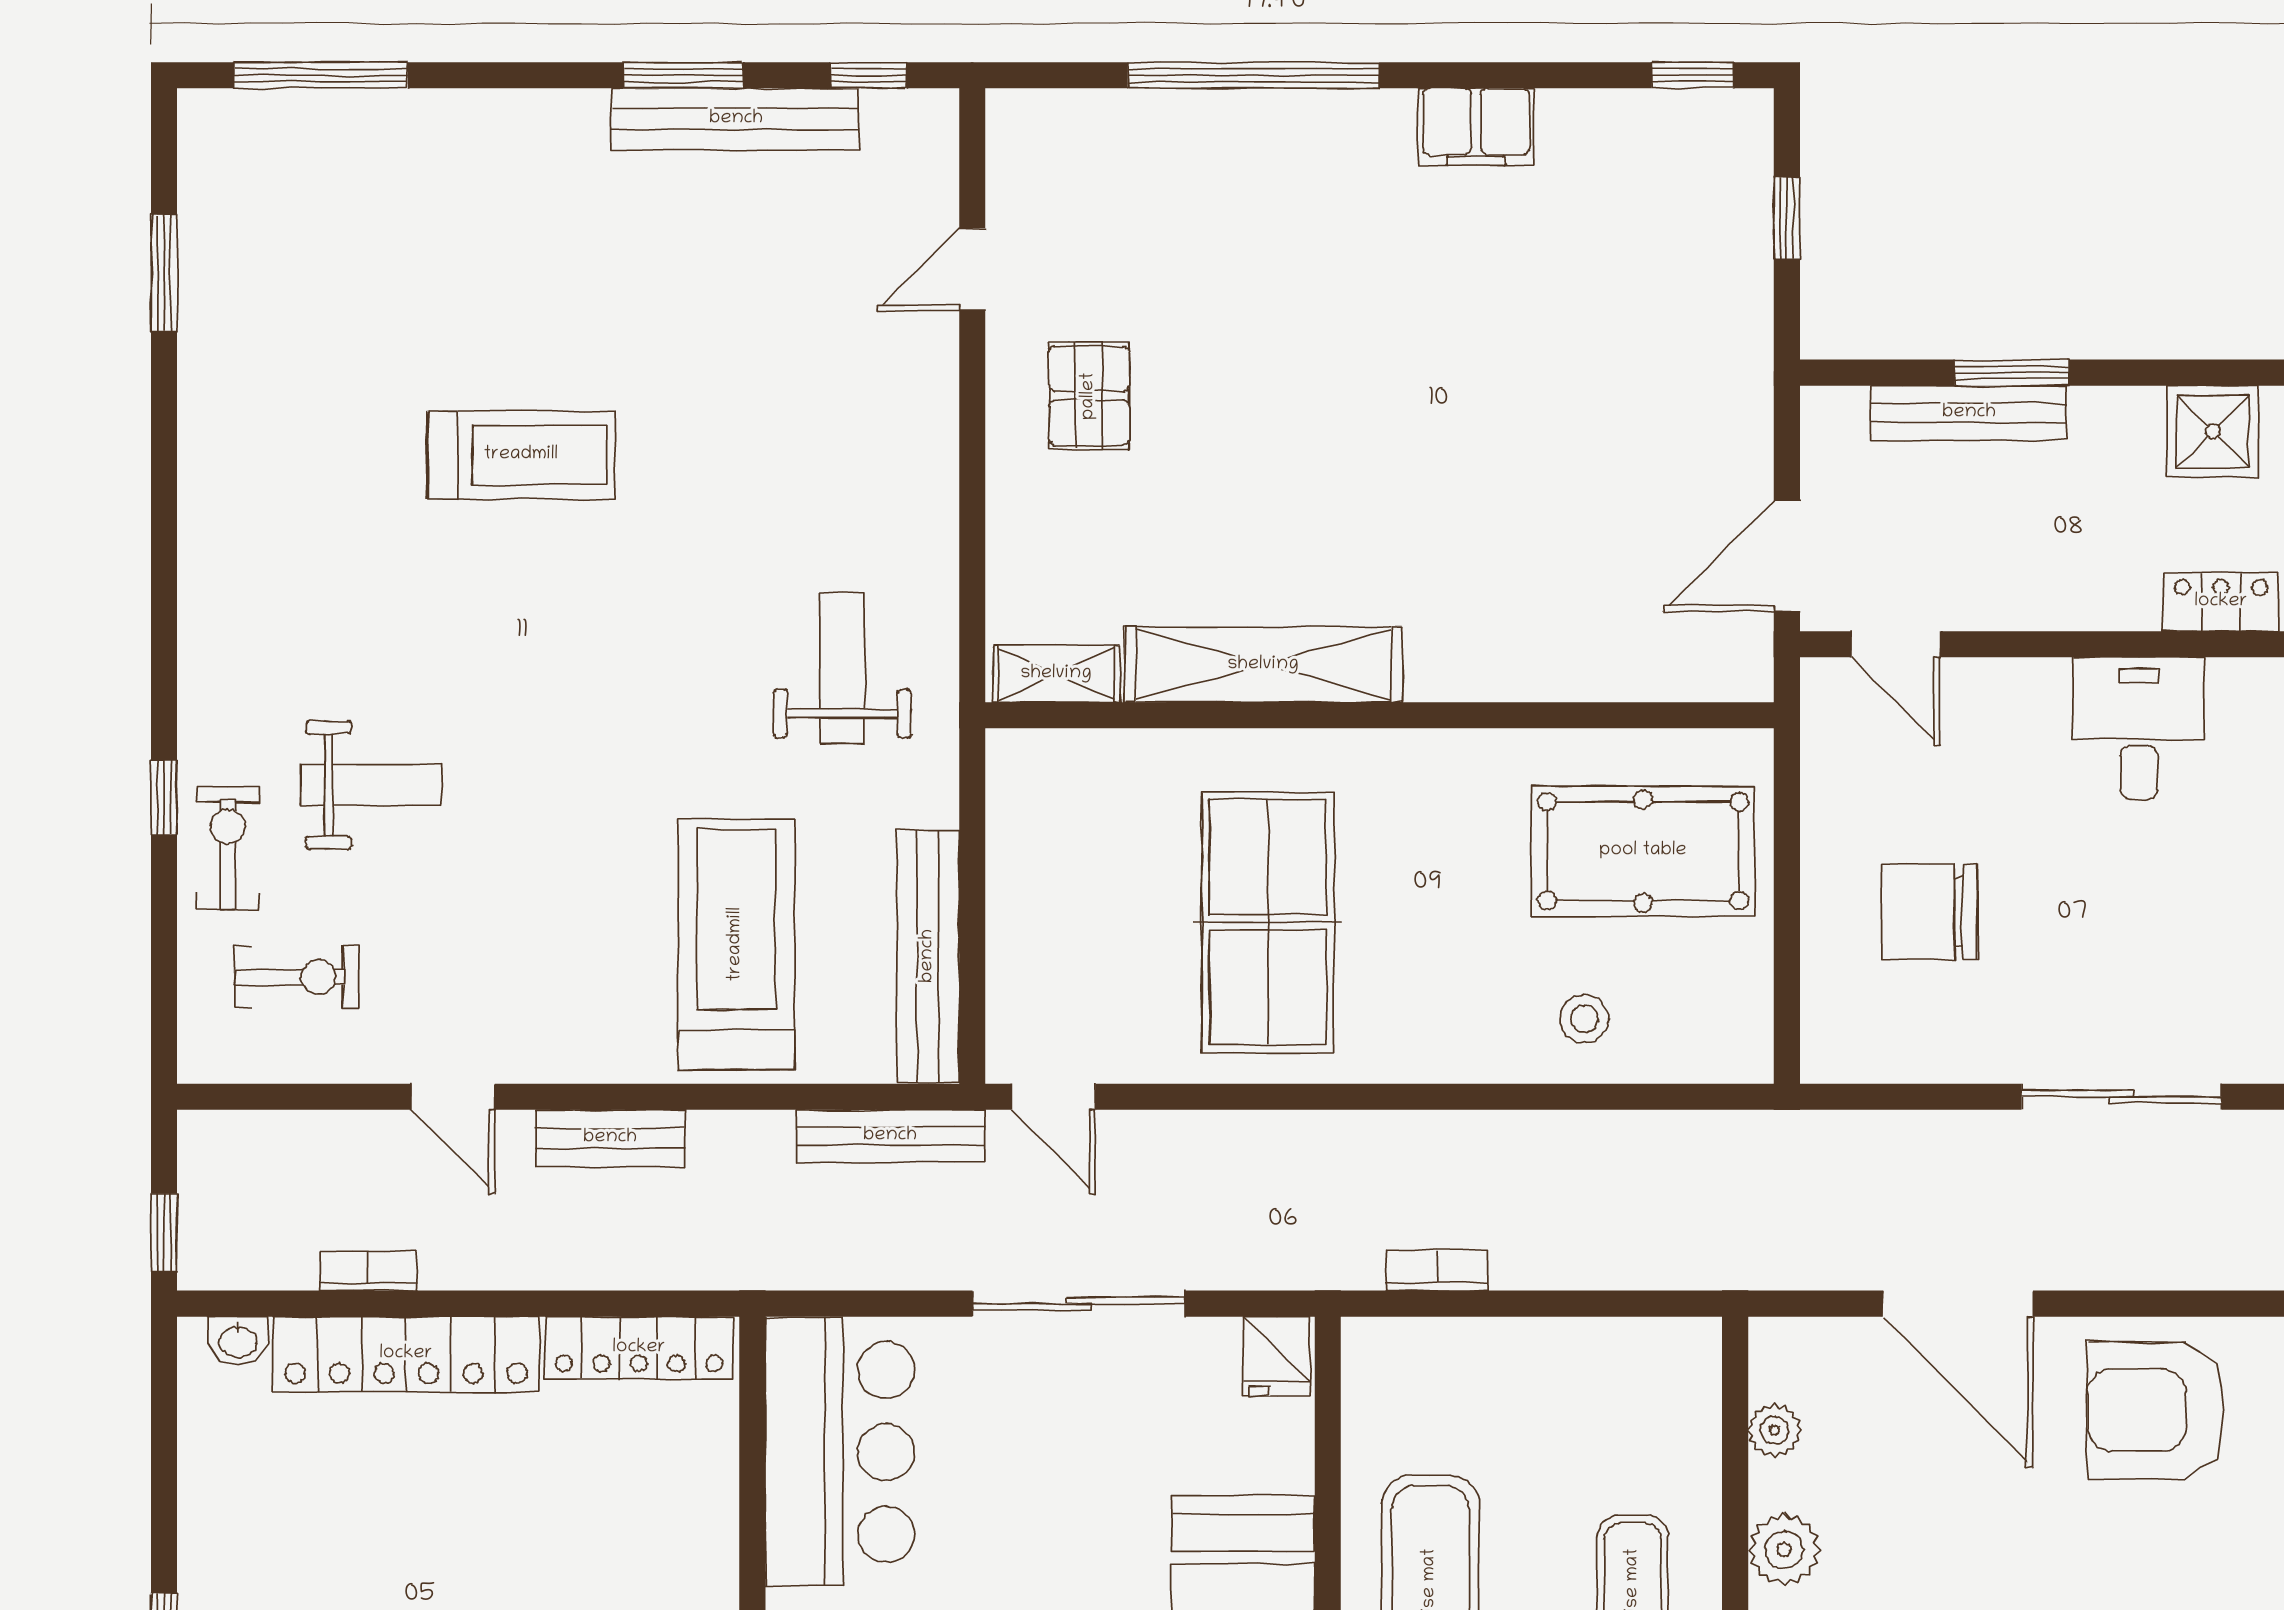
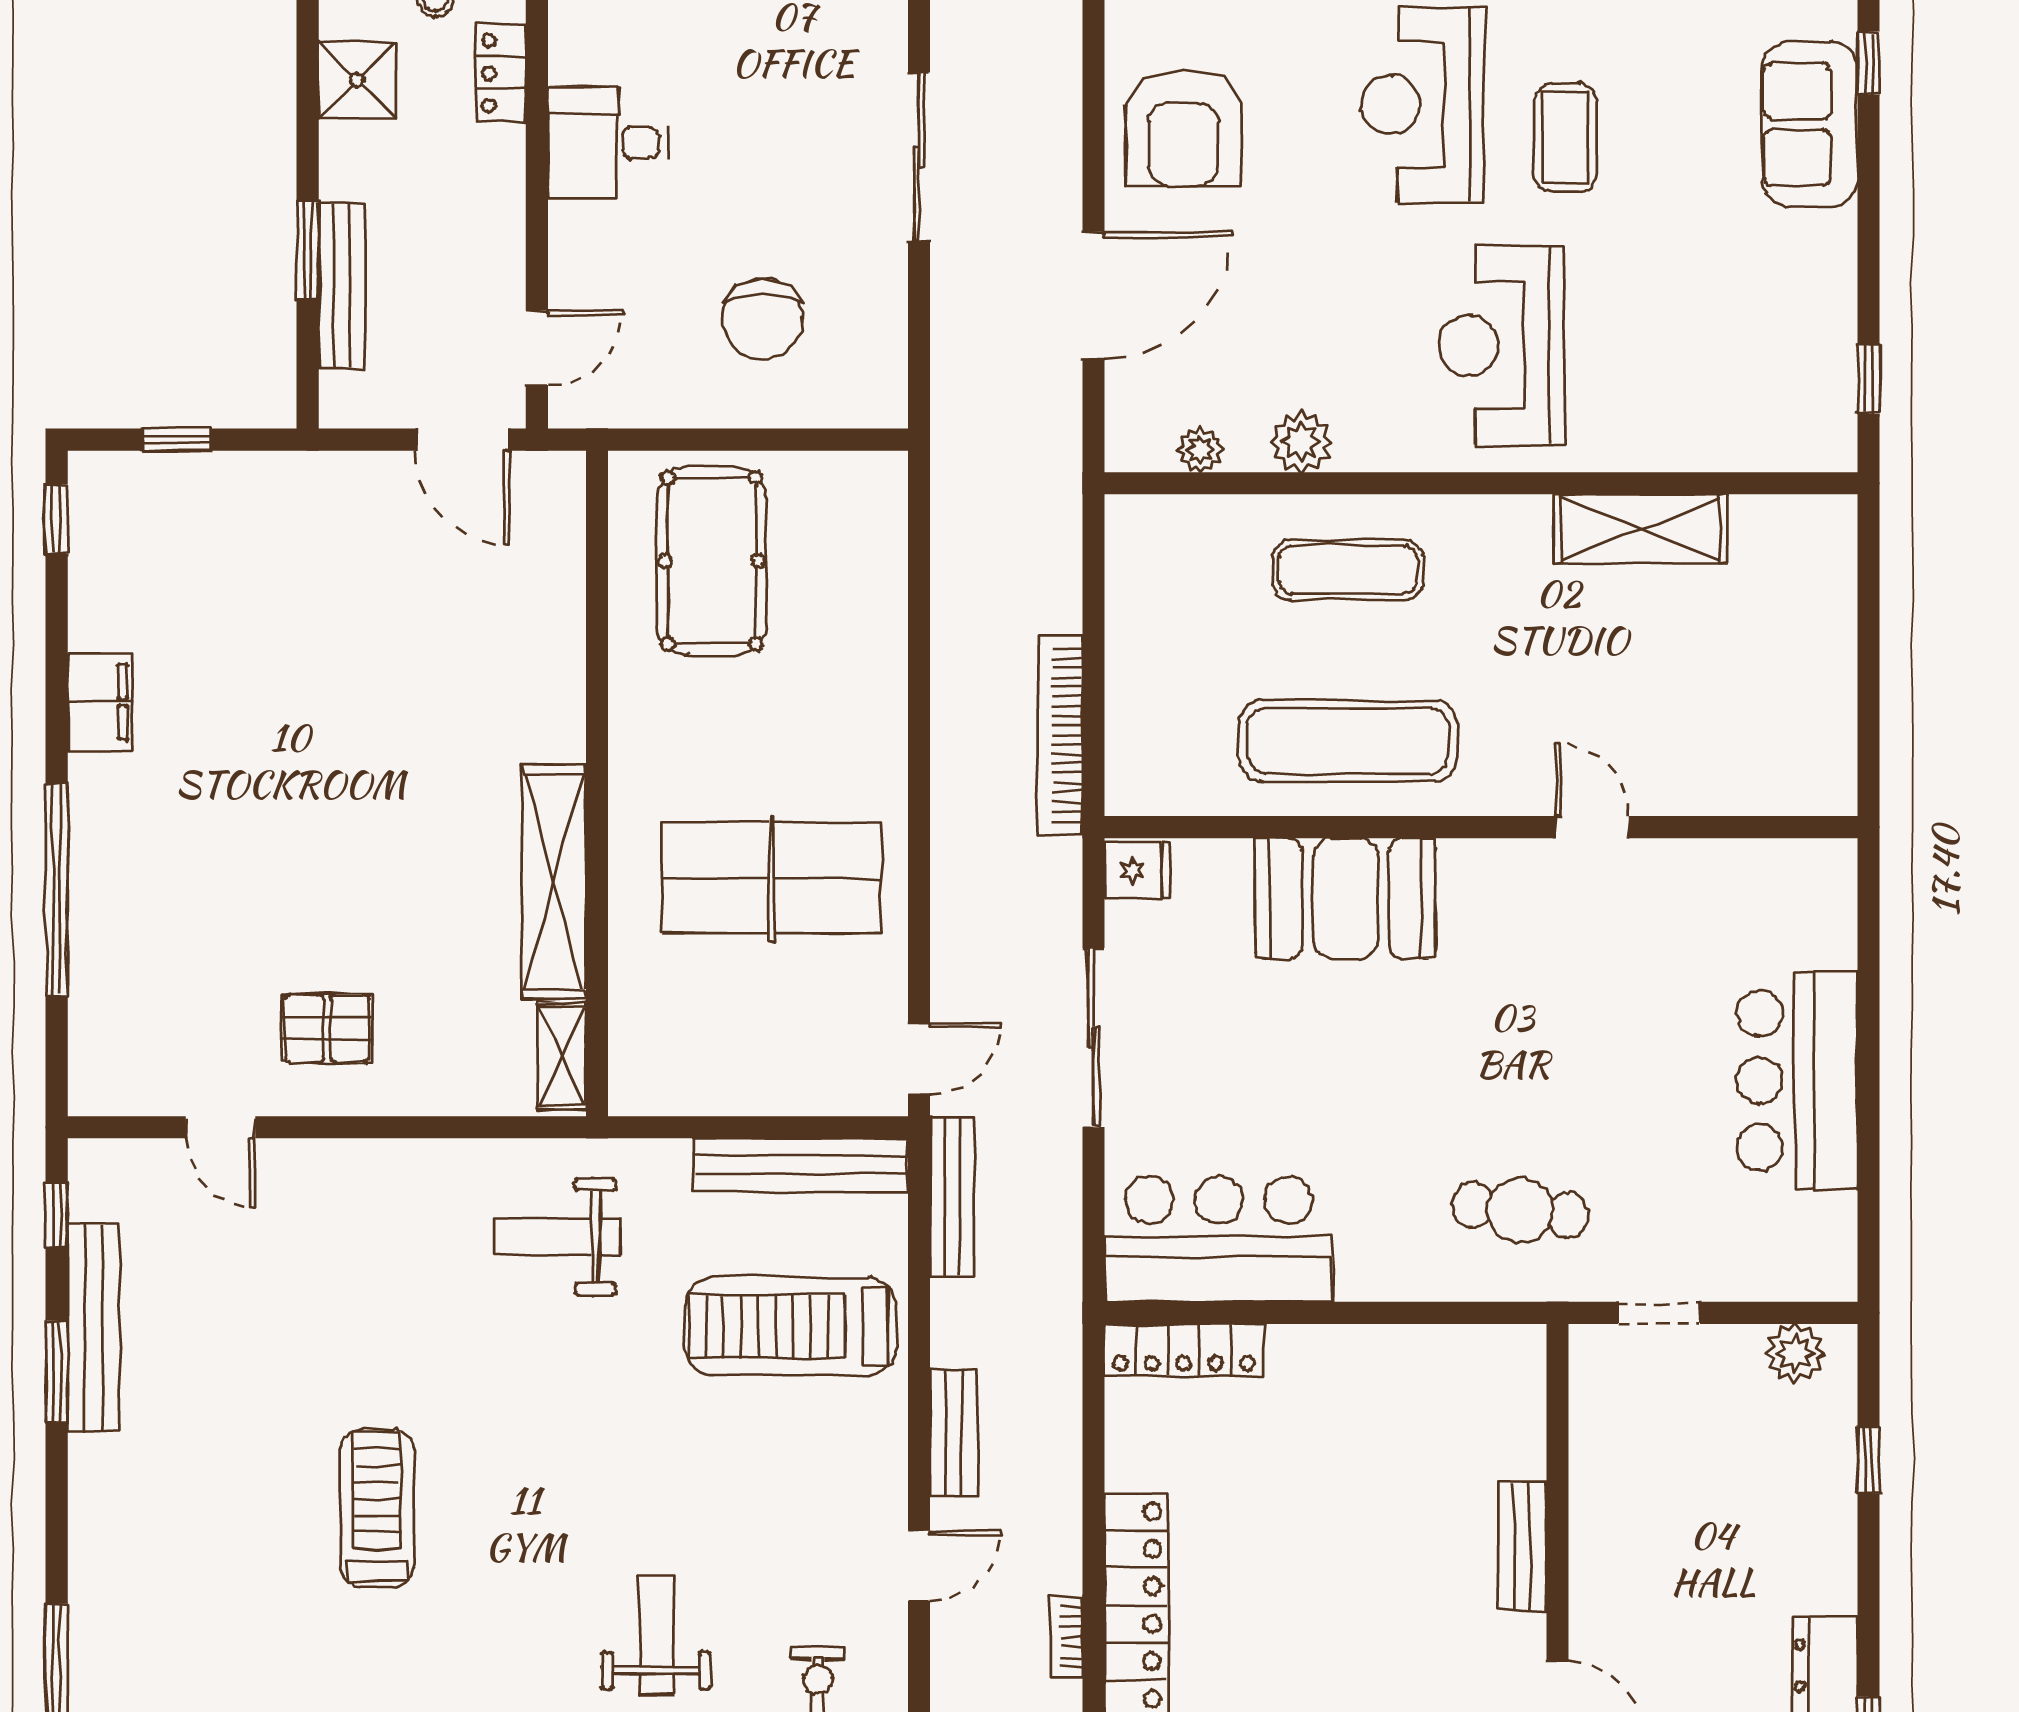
stool: (1584, 1019) -> (853, 611), removed
bookcase: (1437, 1270) -> (1060, 735), width x2.31, depth x1.31
locker: (639, 1348) -> (1184, 1350), moved, turned 90

